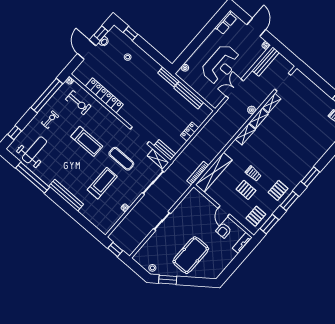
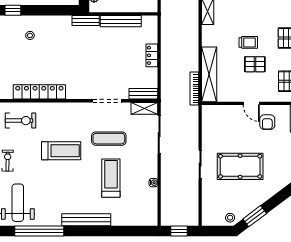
pool table: (191, 255) -> (240, 166), moved, turned 90

